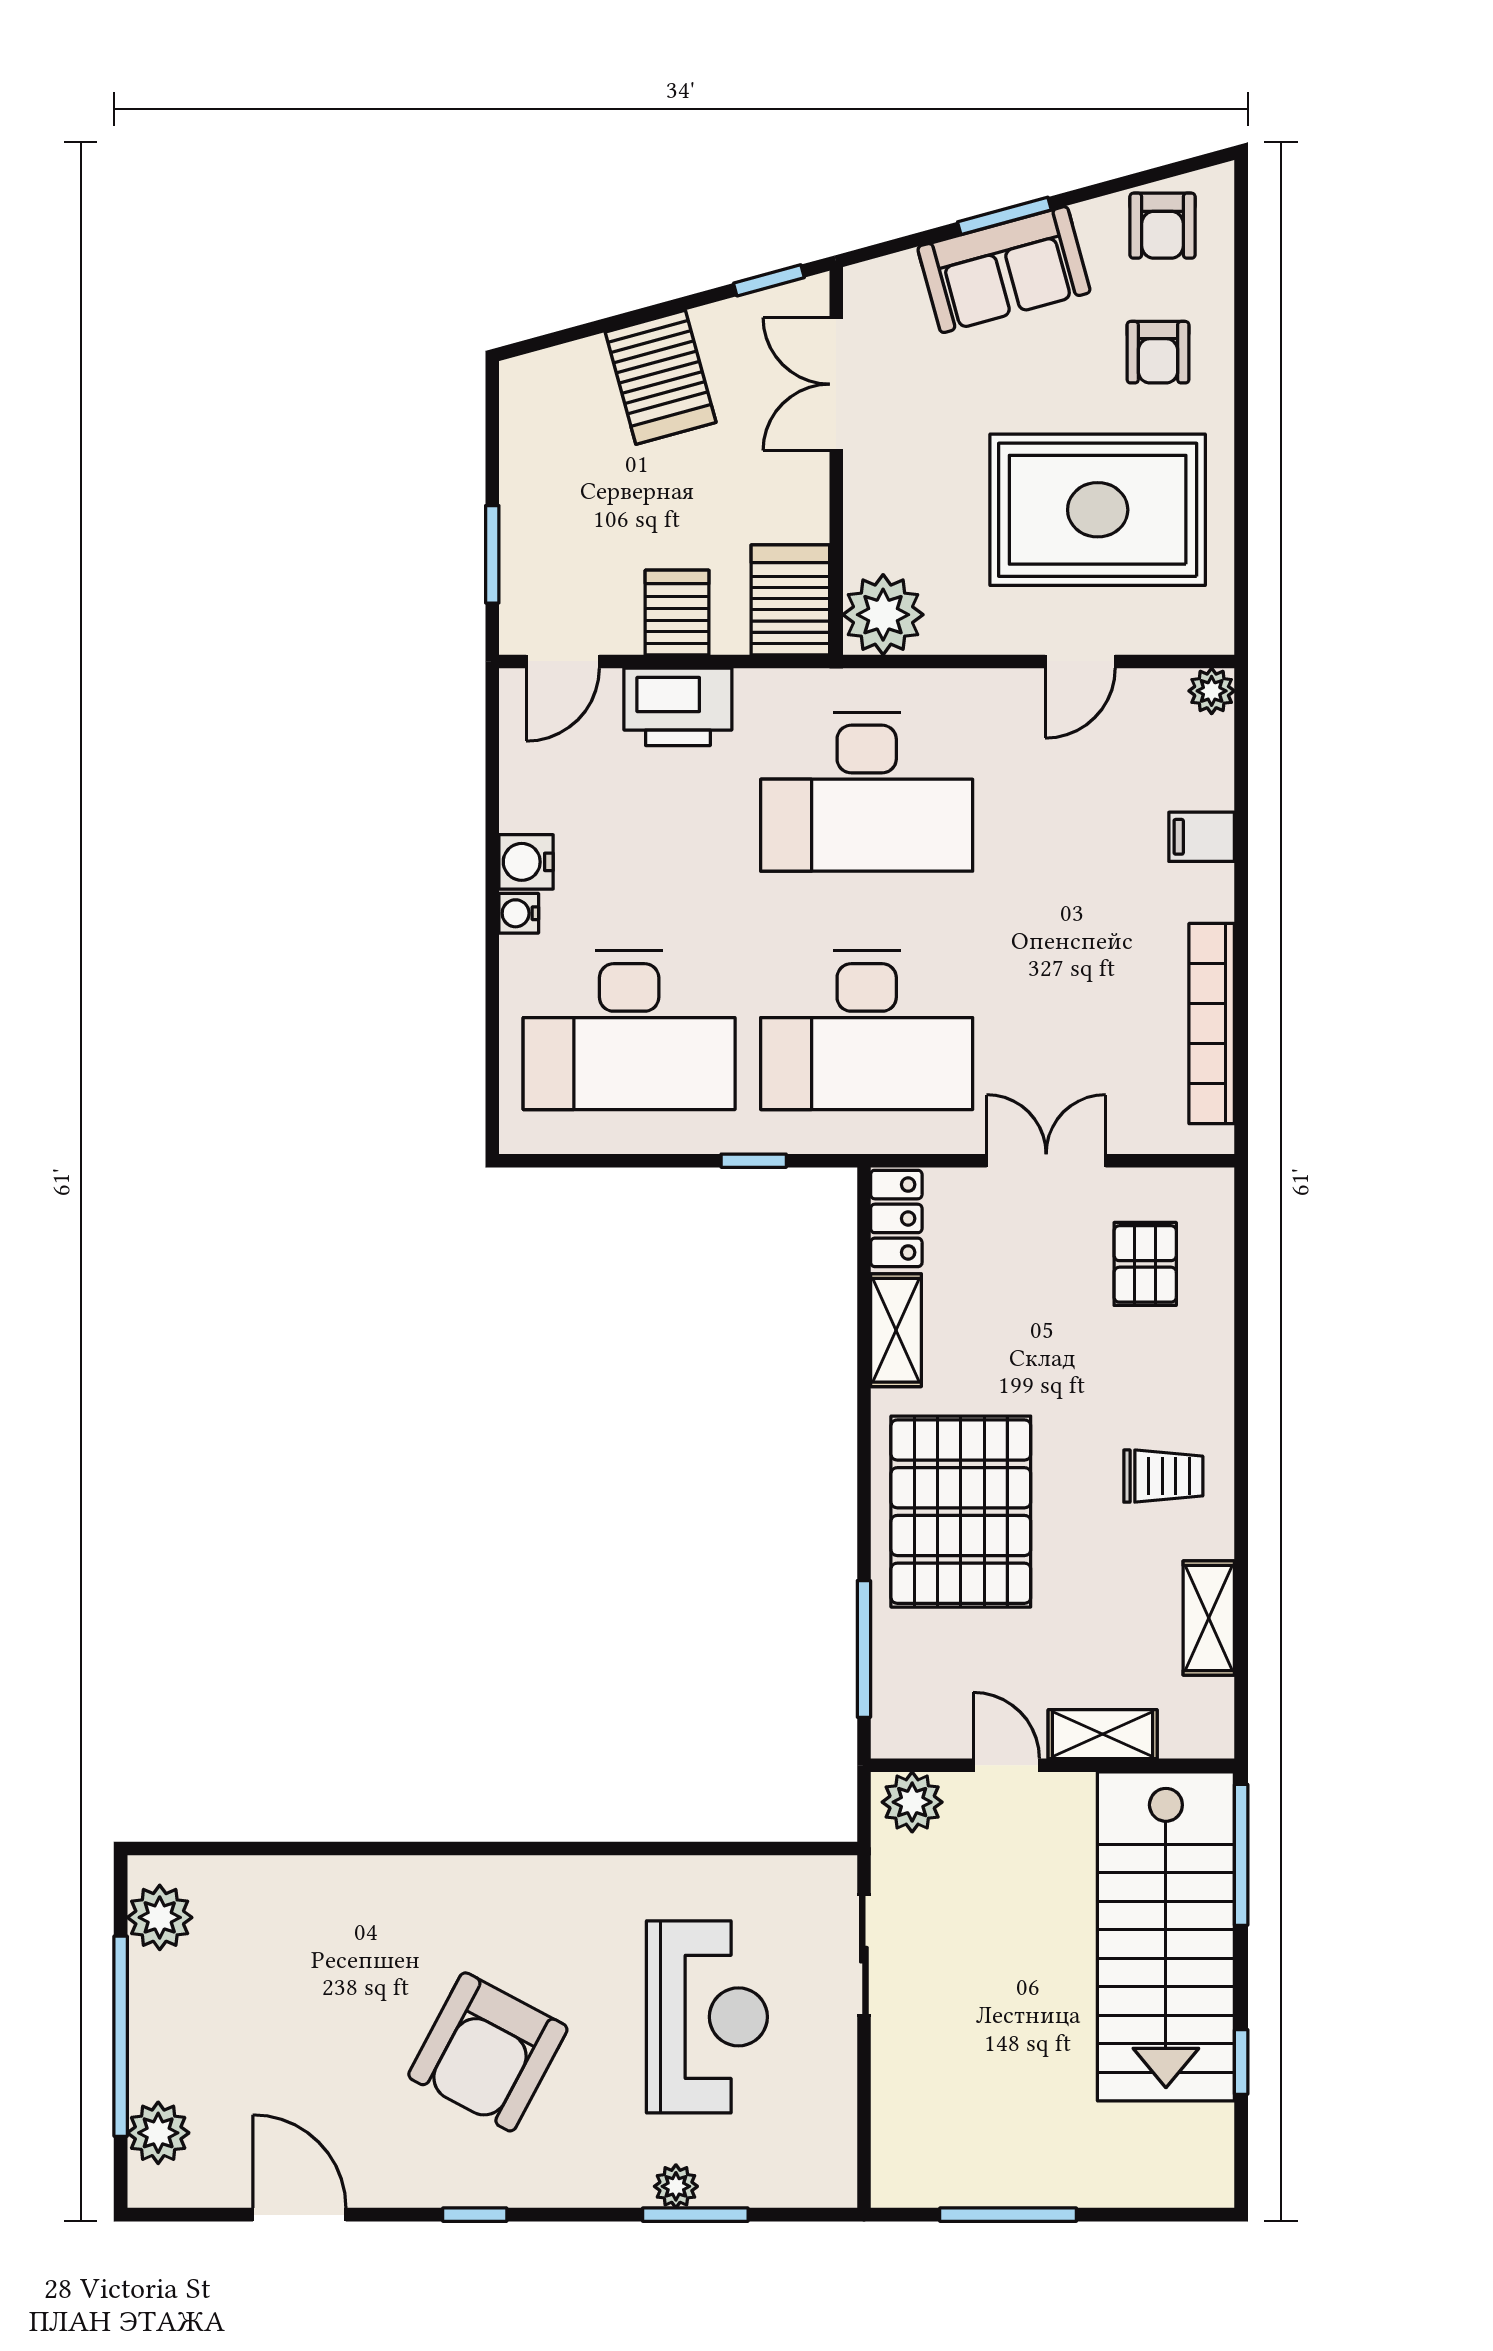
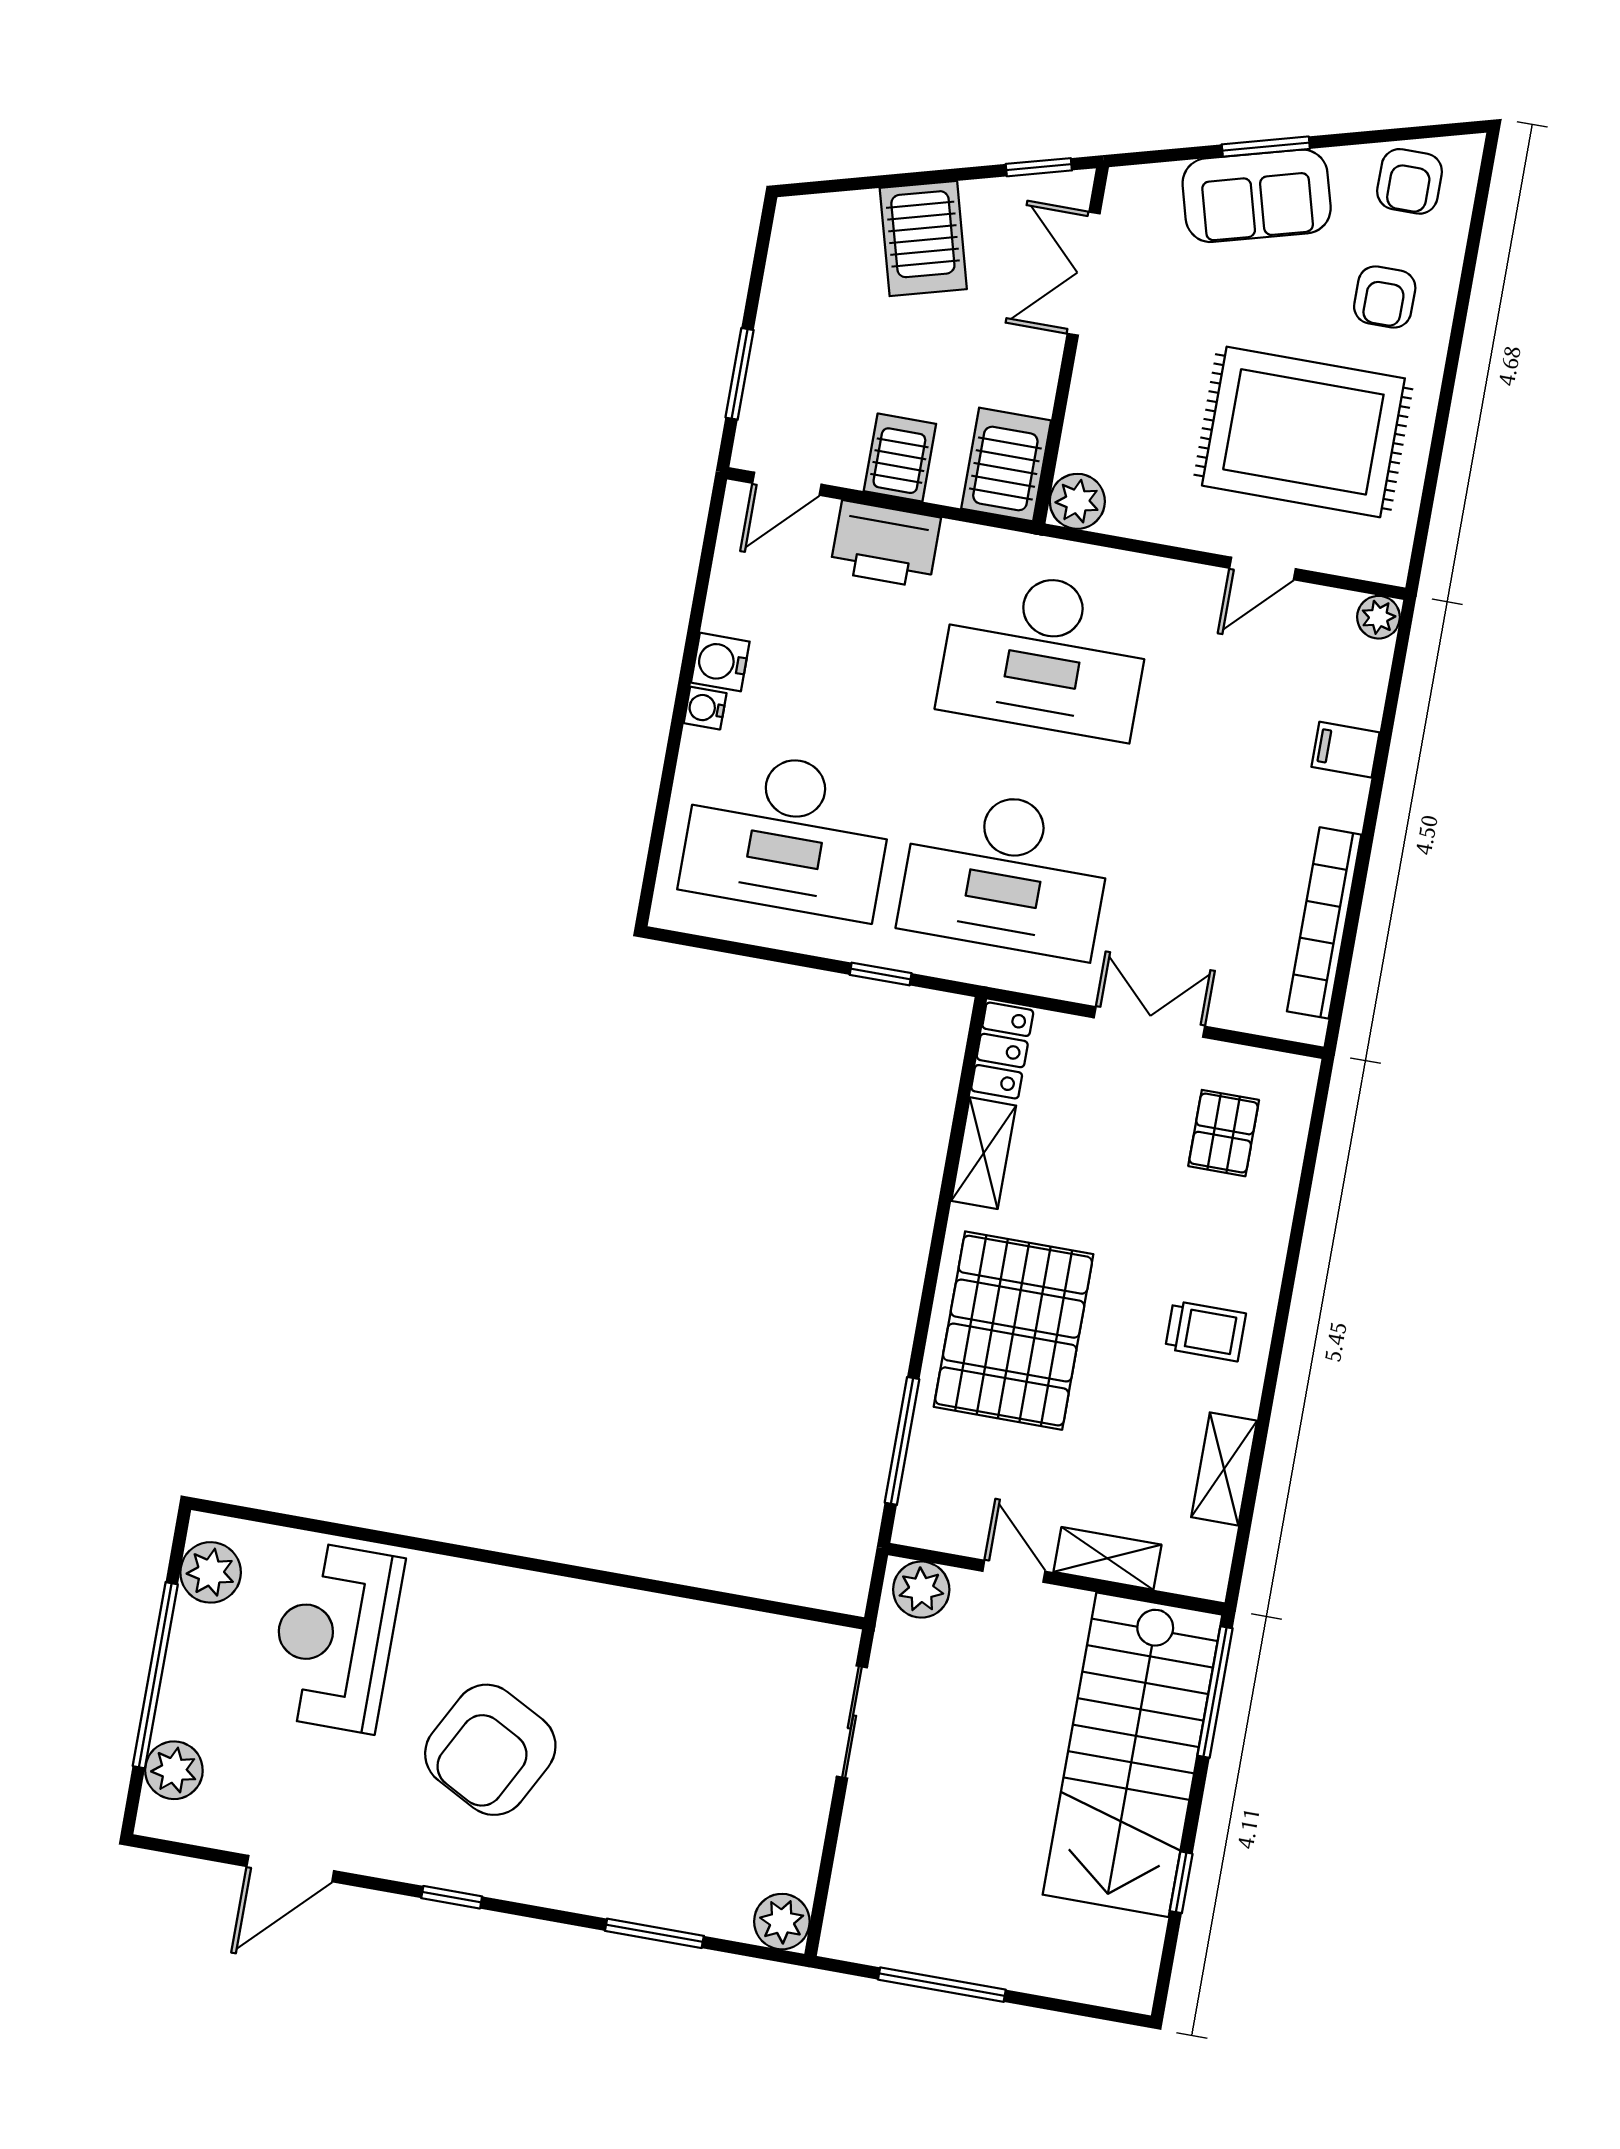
plant: (883, 615) -> (1077, 501), width x0.73, depth x0.73
reception desk: (707, 2017) -> (335, 1637), moved, turned 180
plant: (676, 2186) -> (782, 1922), moved, width x1.38, depth x1.38
door: (299, 2215) -> (290, 1869), swing flipped

